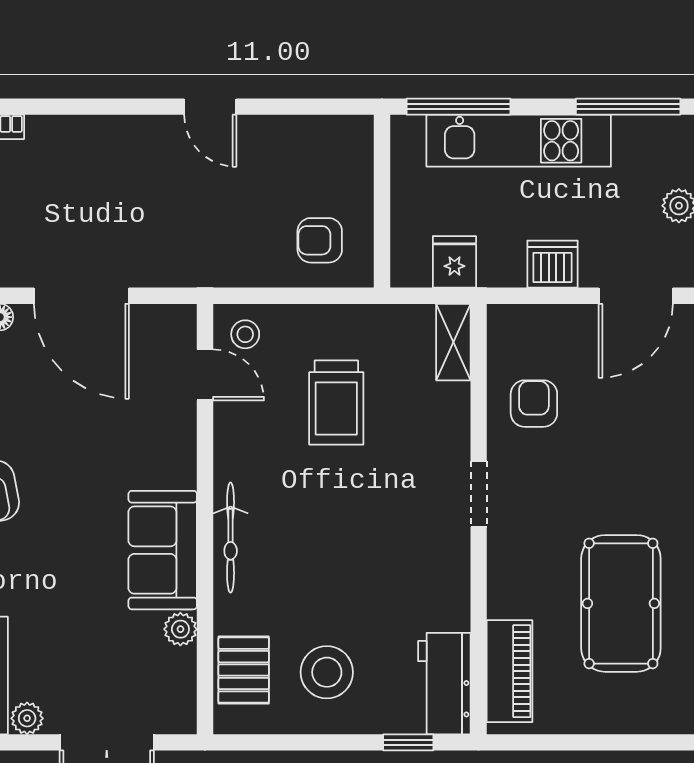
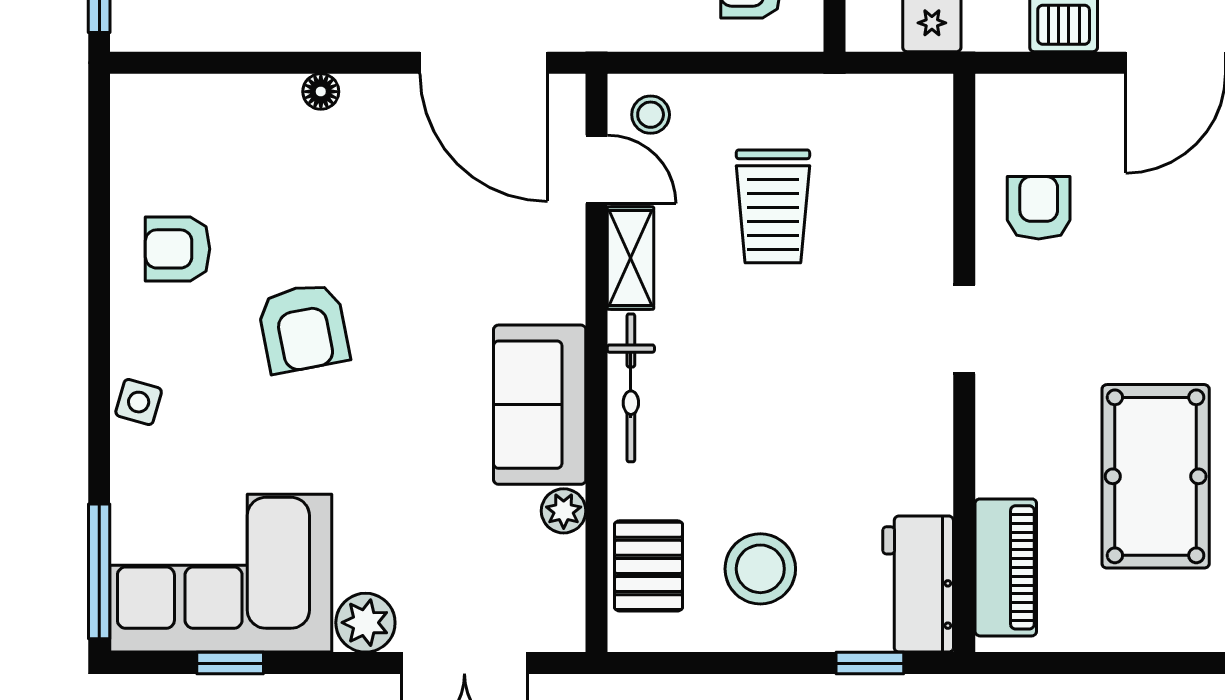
door: (81, 296) -> (484, 63), moved
shelving: (453, 342) -> (631, 258), moved
plant: (27, 718) -> (365, 623), width x1.38, depth x1.38

